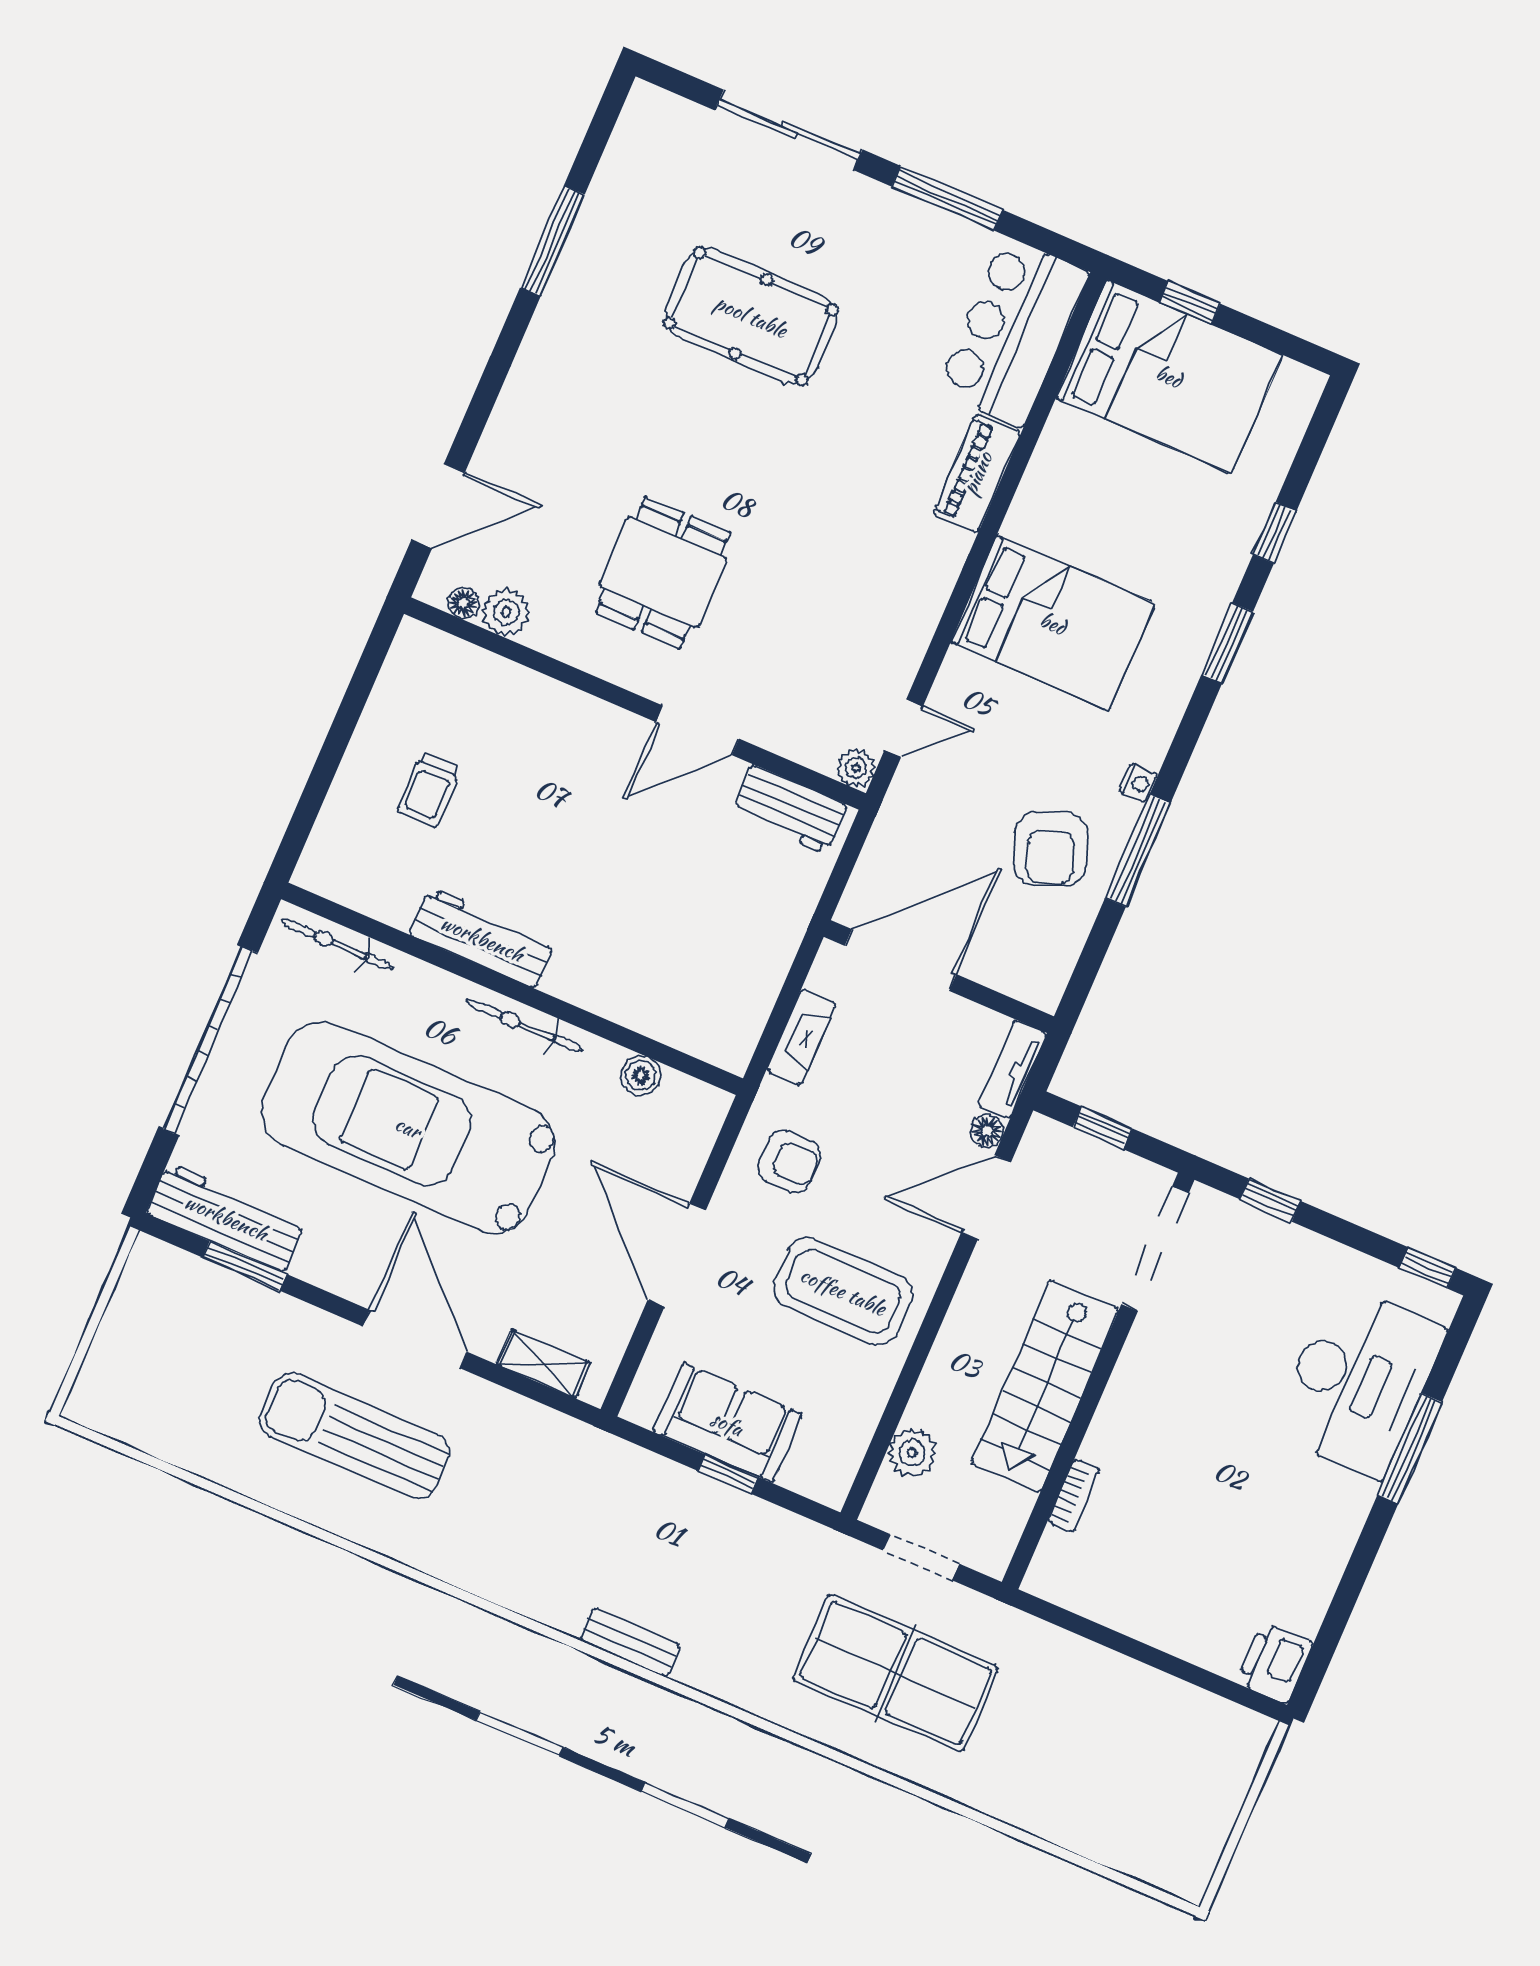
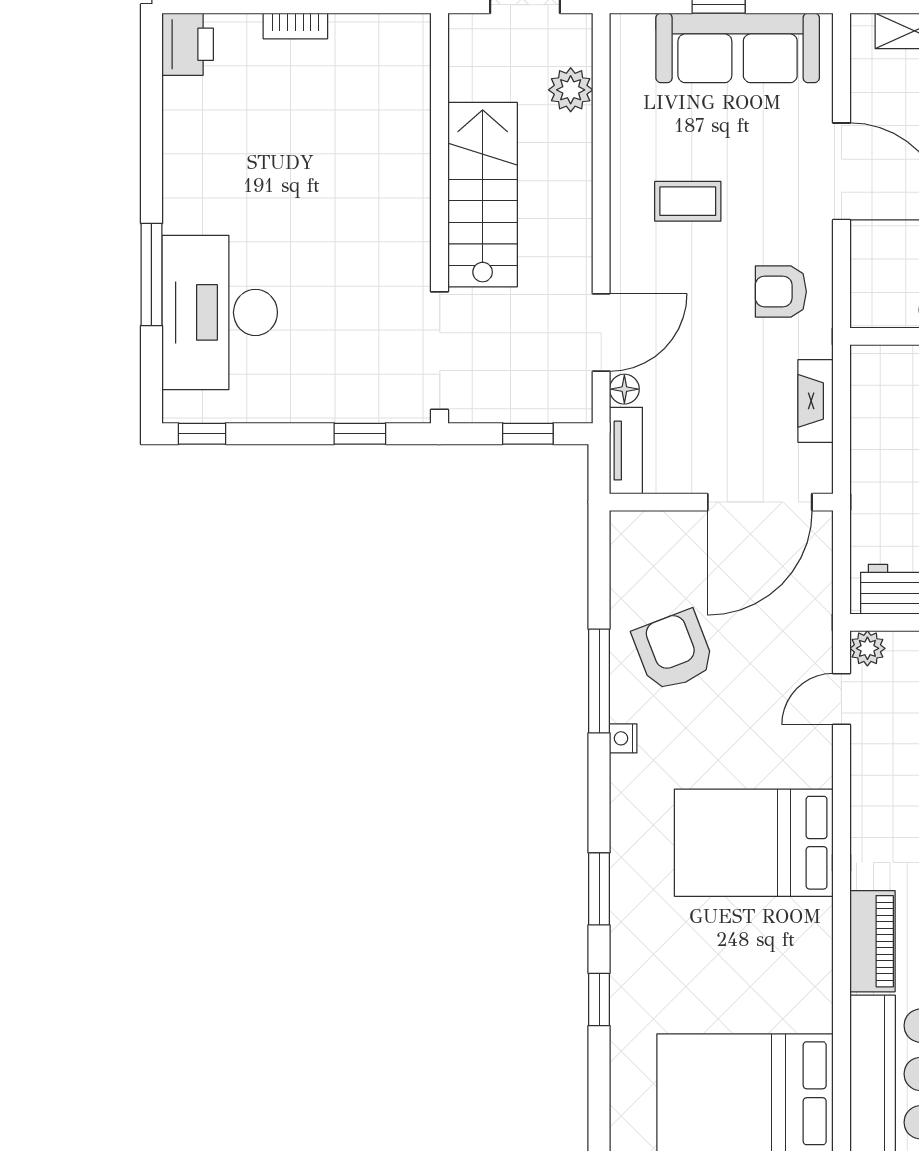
coffee table: (843, 1291) -> (688, 201), width x0.54, depth x0.58
sofa: (727, 1423) -> (738, 48), width x1.36
bookcase: (1074, 1495) -> (295, 26), moved, turned -90

